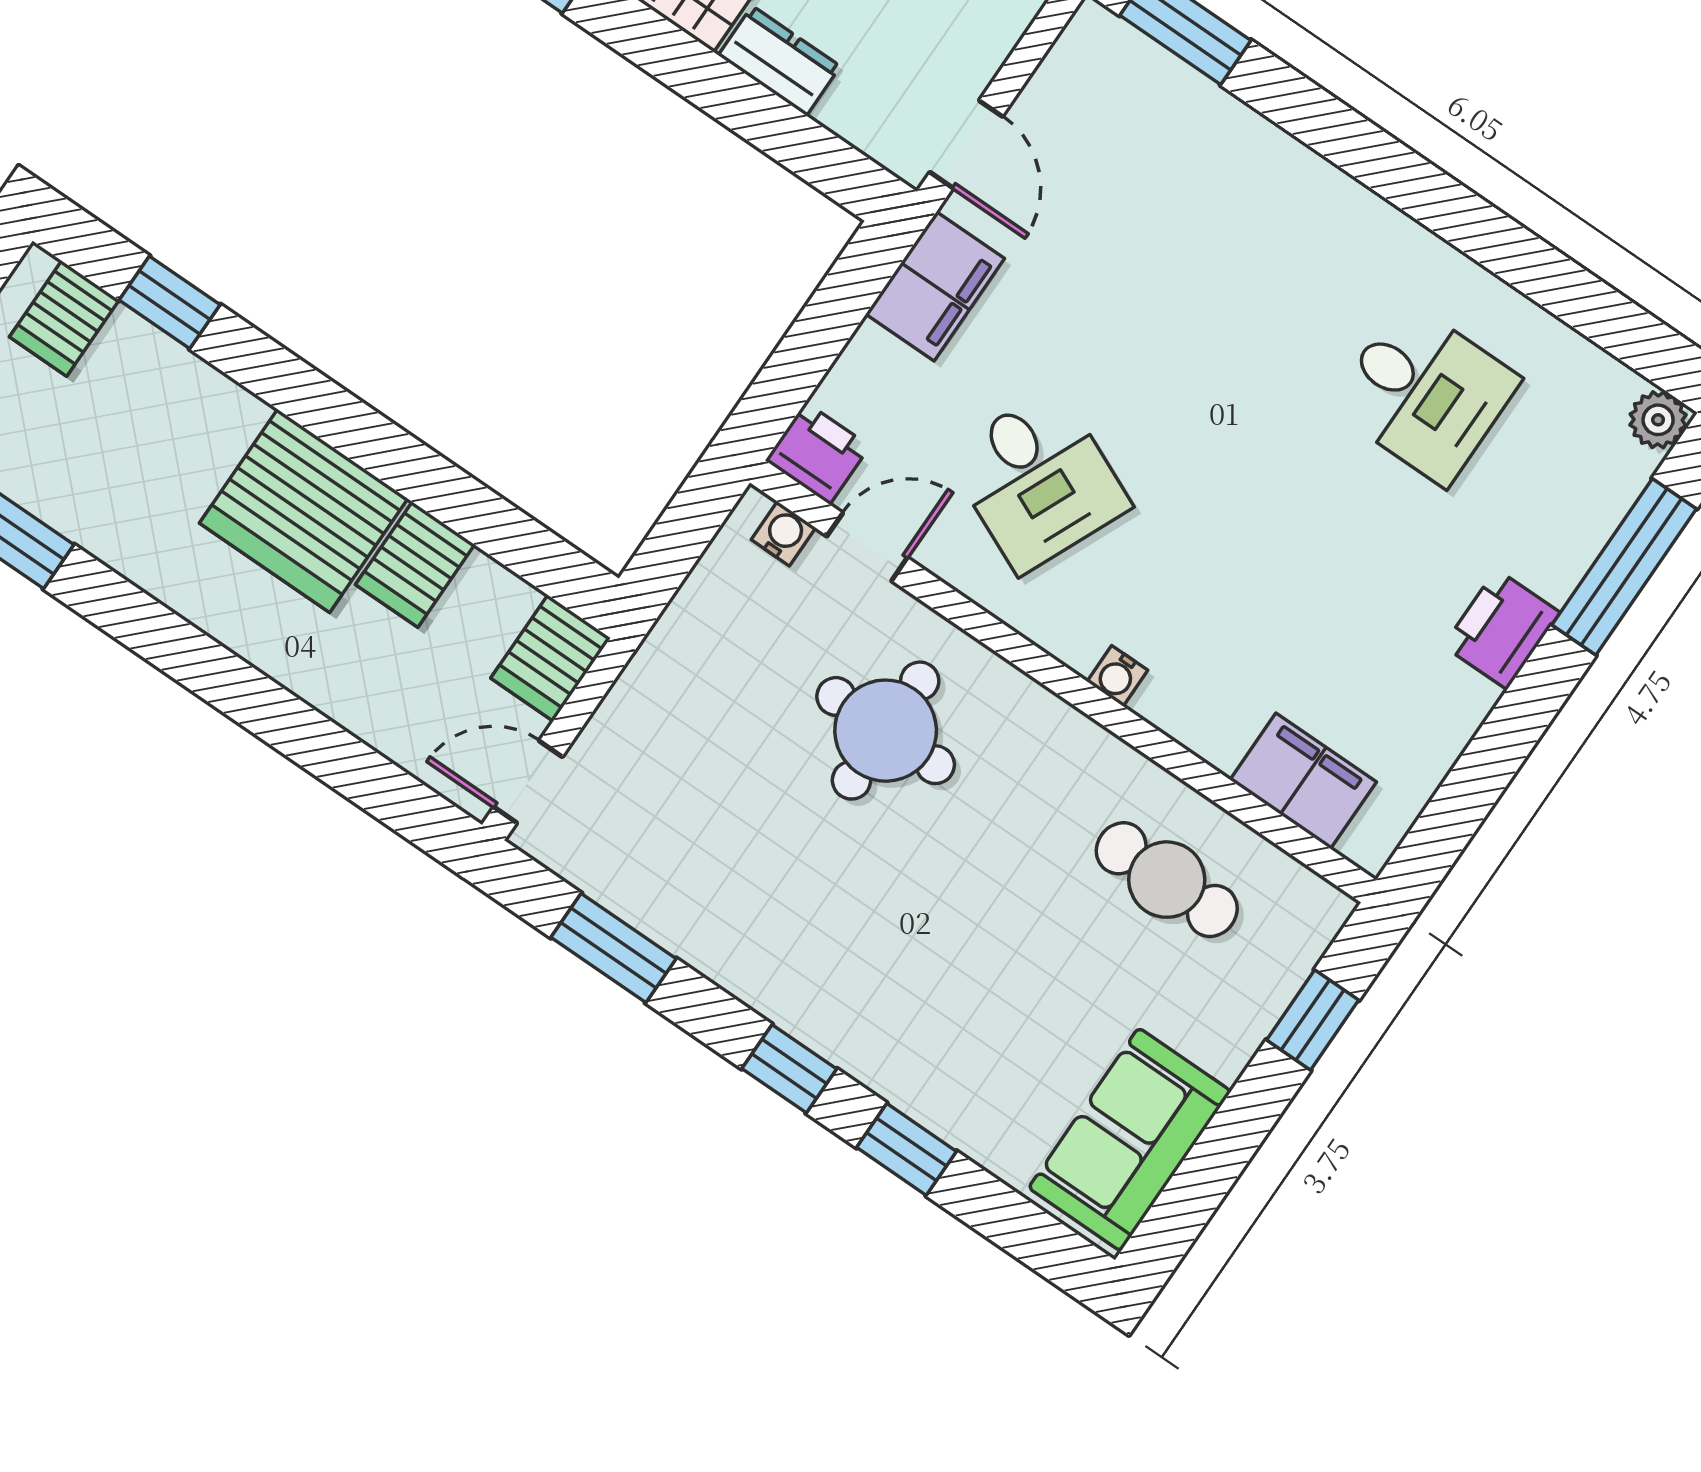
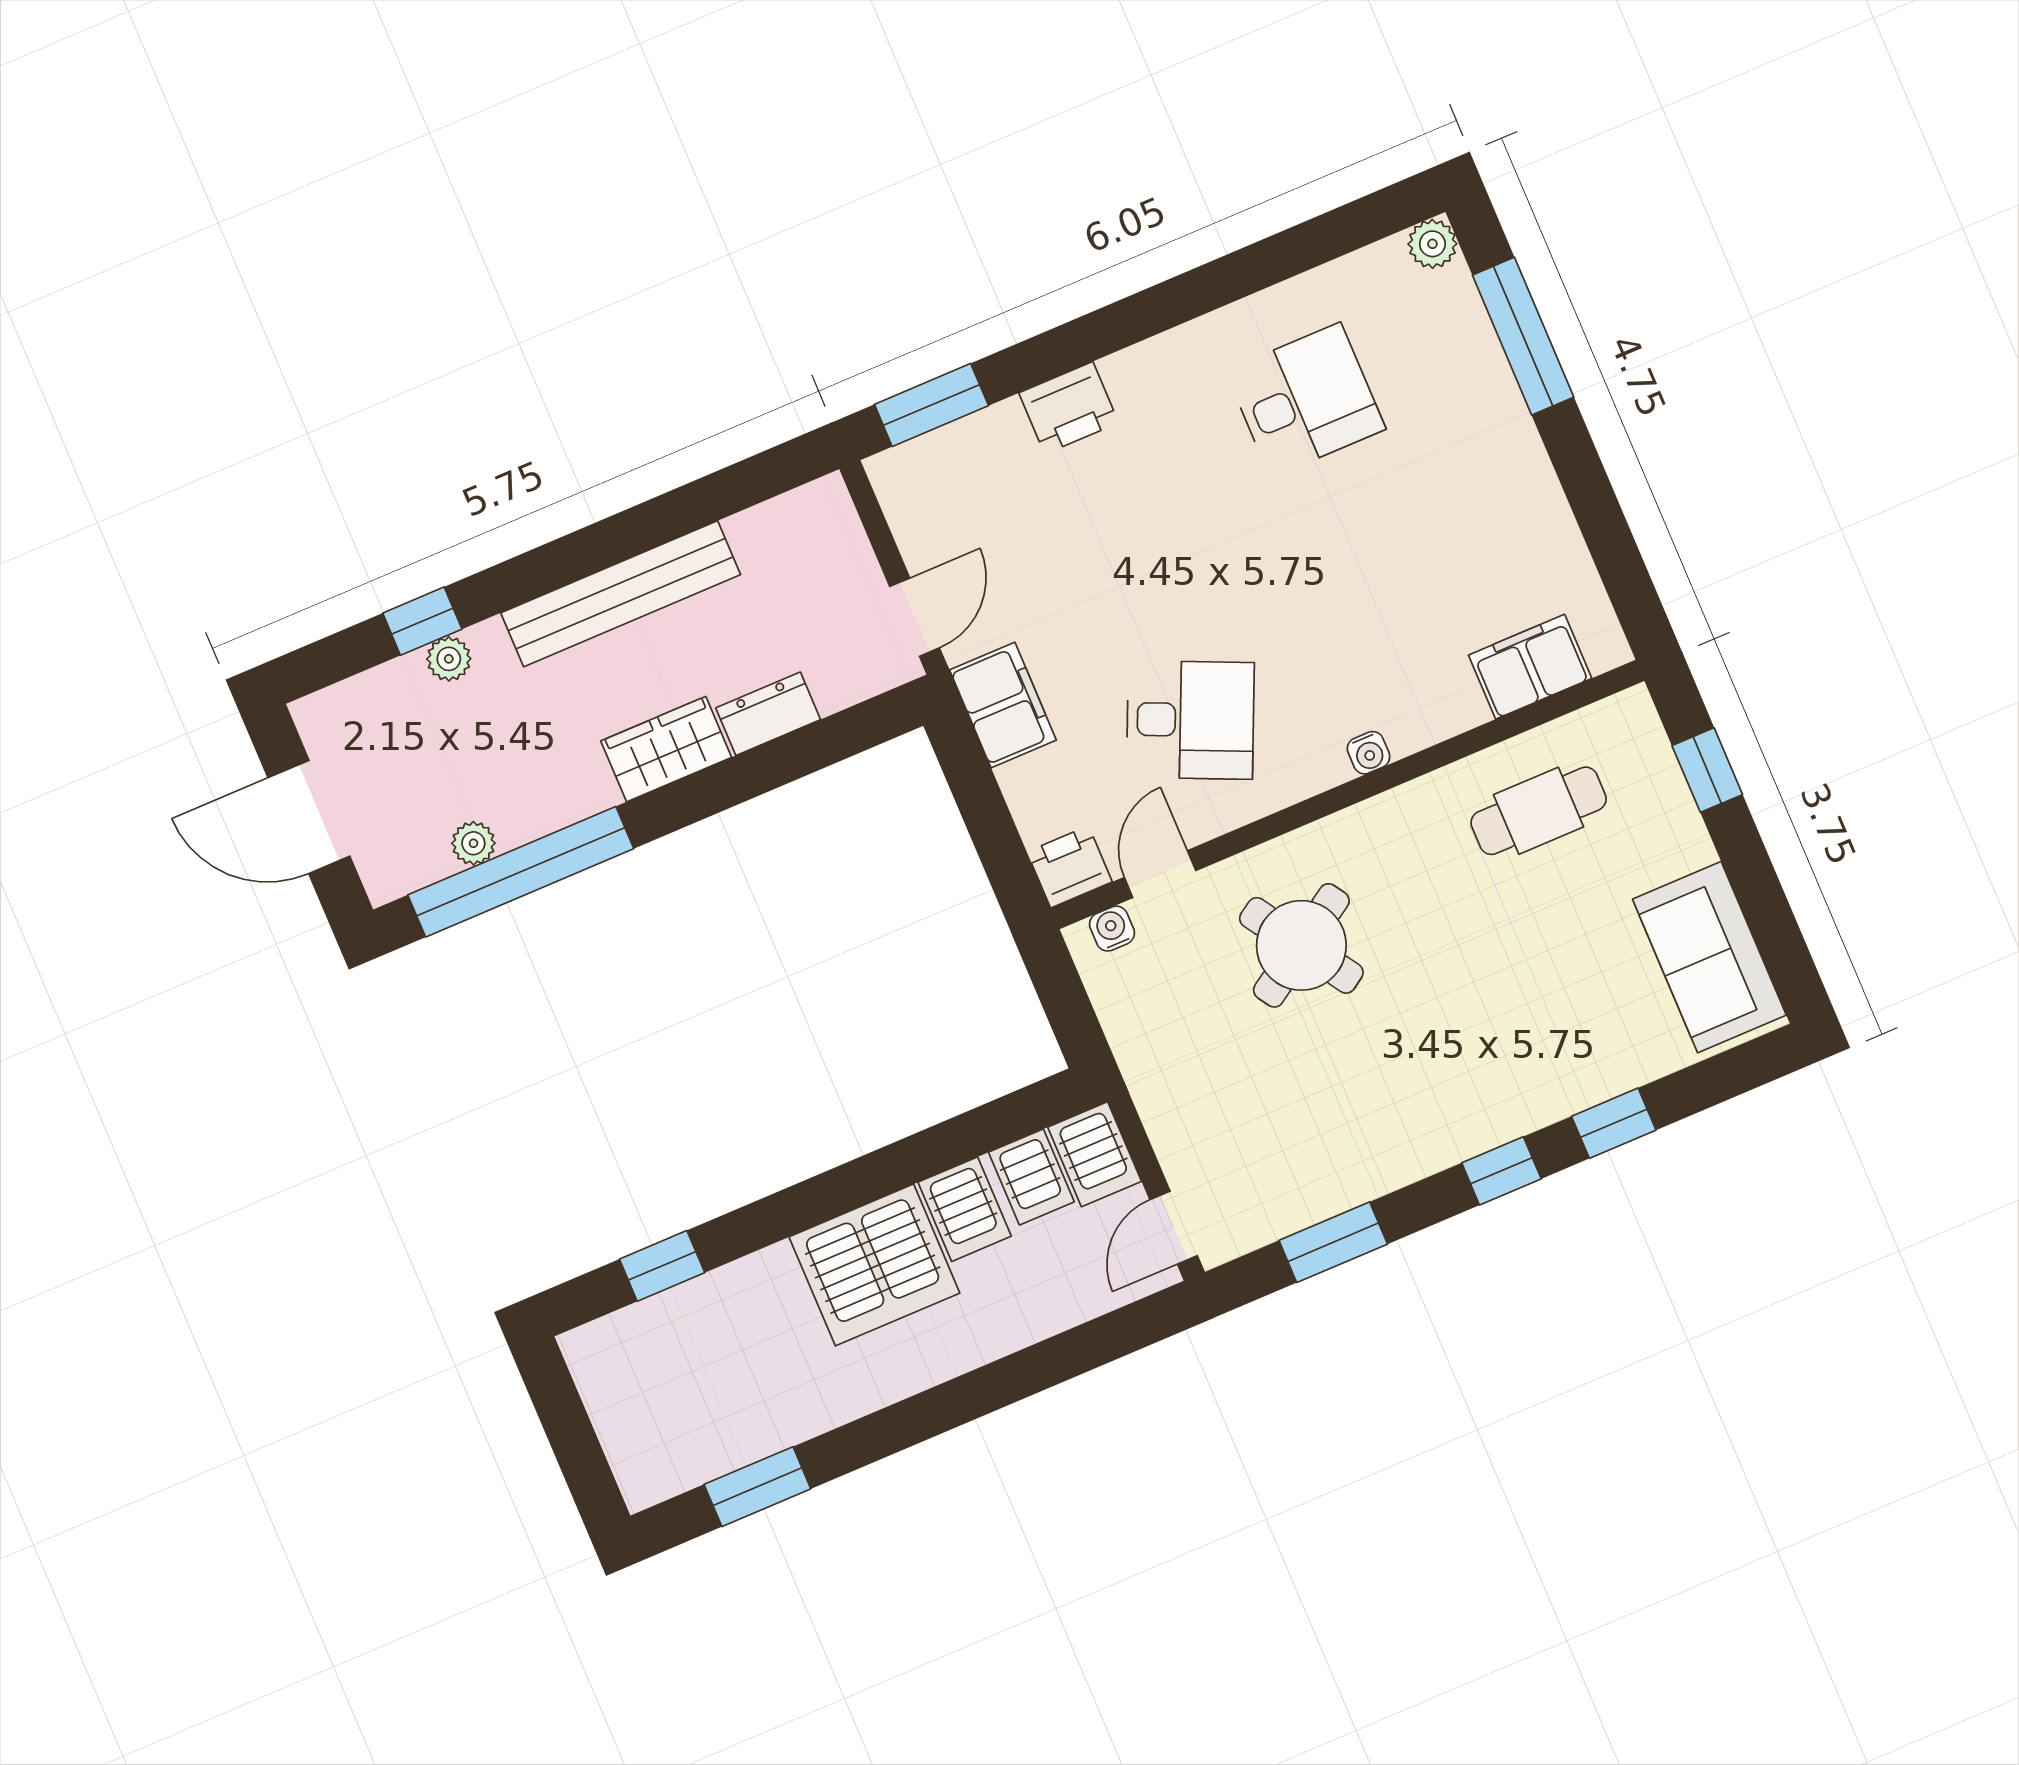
door: (966, 144) -> (915, 617), hinge flipped
server rack: (64, 319) -> (1031, 1177), moved
printer: (1502, 629) -> (1069, 408), moved, turned -90
round table: (886, 731) -> (1301, 945), turned -33

